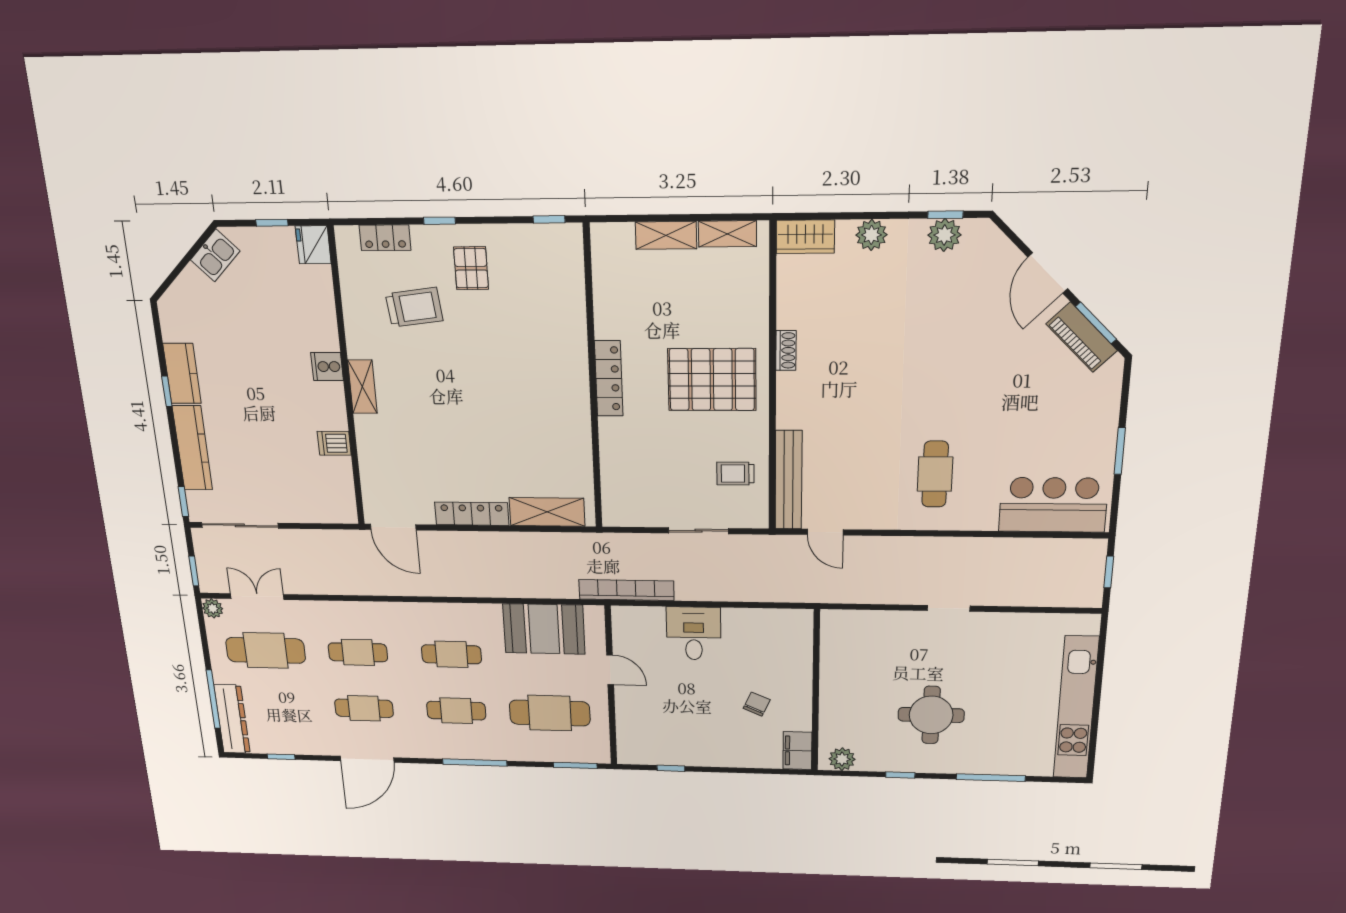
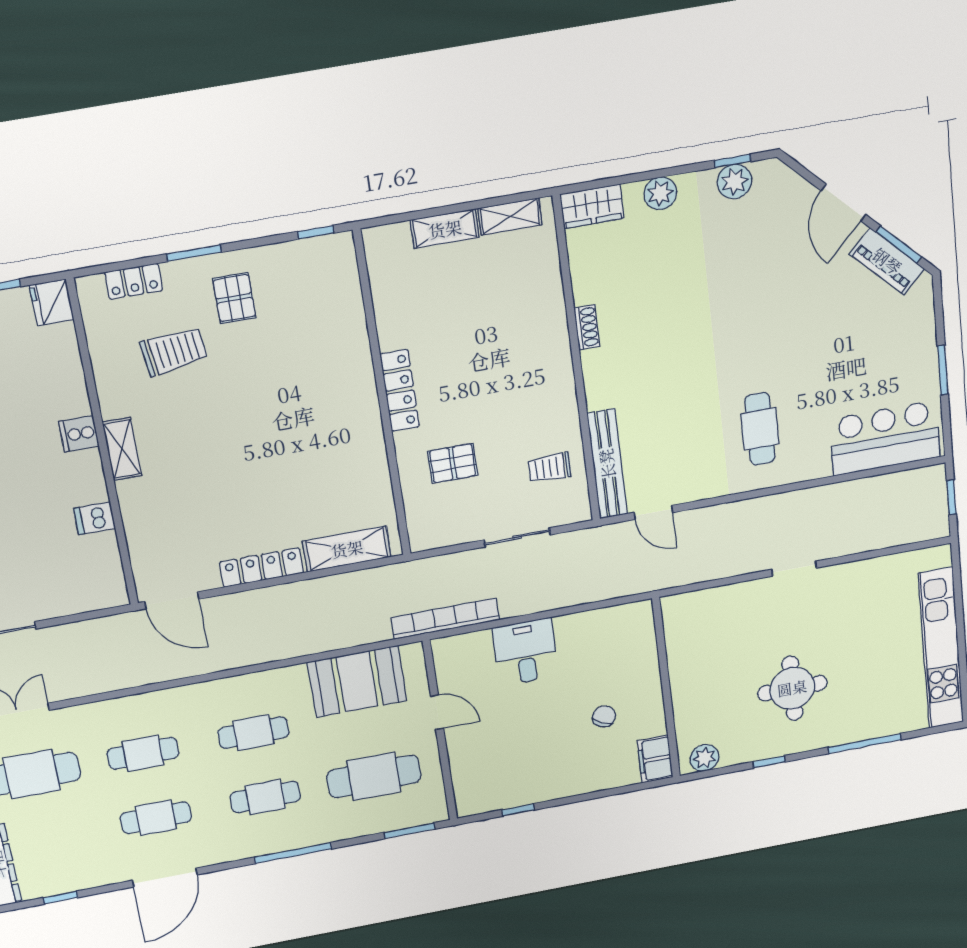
window: (439, 221) -> (194, 253), width x1.50
pallet: (712, 380) -> (453, 463), moved, width x0.49, depth x0.50

